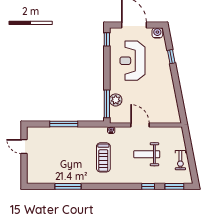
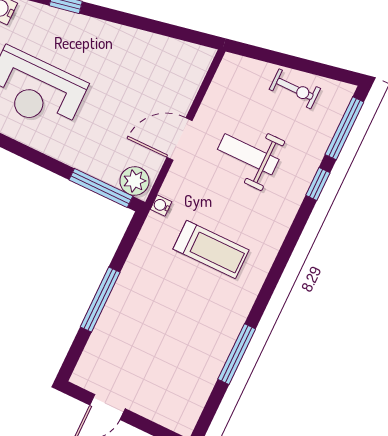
plant: (116, 100) -> (134, 181), moved
weight bench: (147, 154) -> (248, 154), turned 90
window: (174, 186) -> (344, 128), width x1.44

